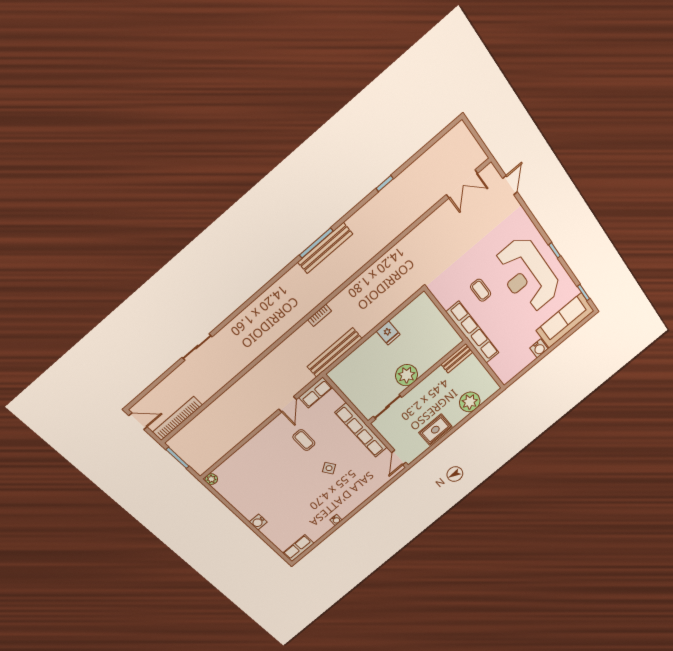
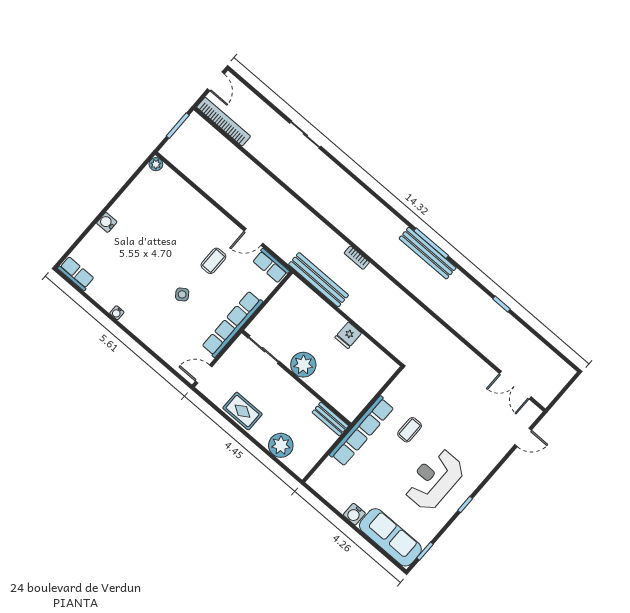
reception desk: (527, 275) -> (434, 479), width x0.74, depth x0.77

